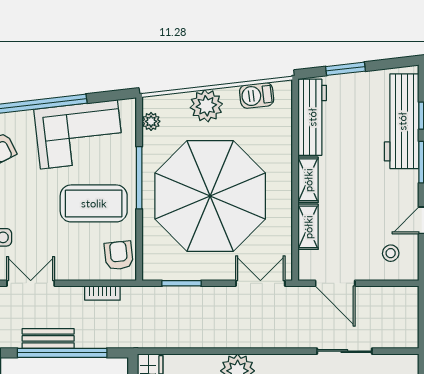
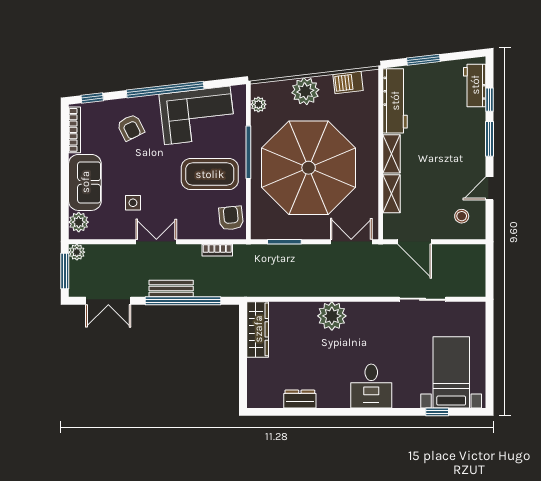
workbench: (402, 121) -> (475, 85), width x0.53, depth x0.76

